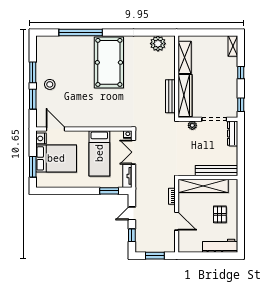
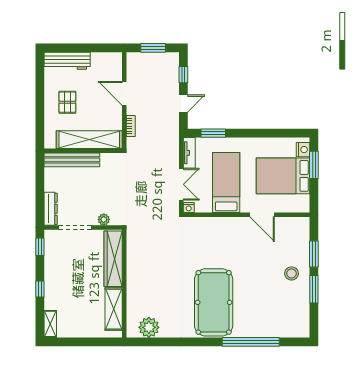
bench: (170, 96) -> (133, 258), removed
door: (55, 129) -> (262, 215), moved
nightstand: (41, 138) -> (303, 150), moved

